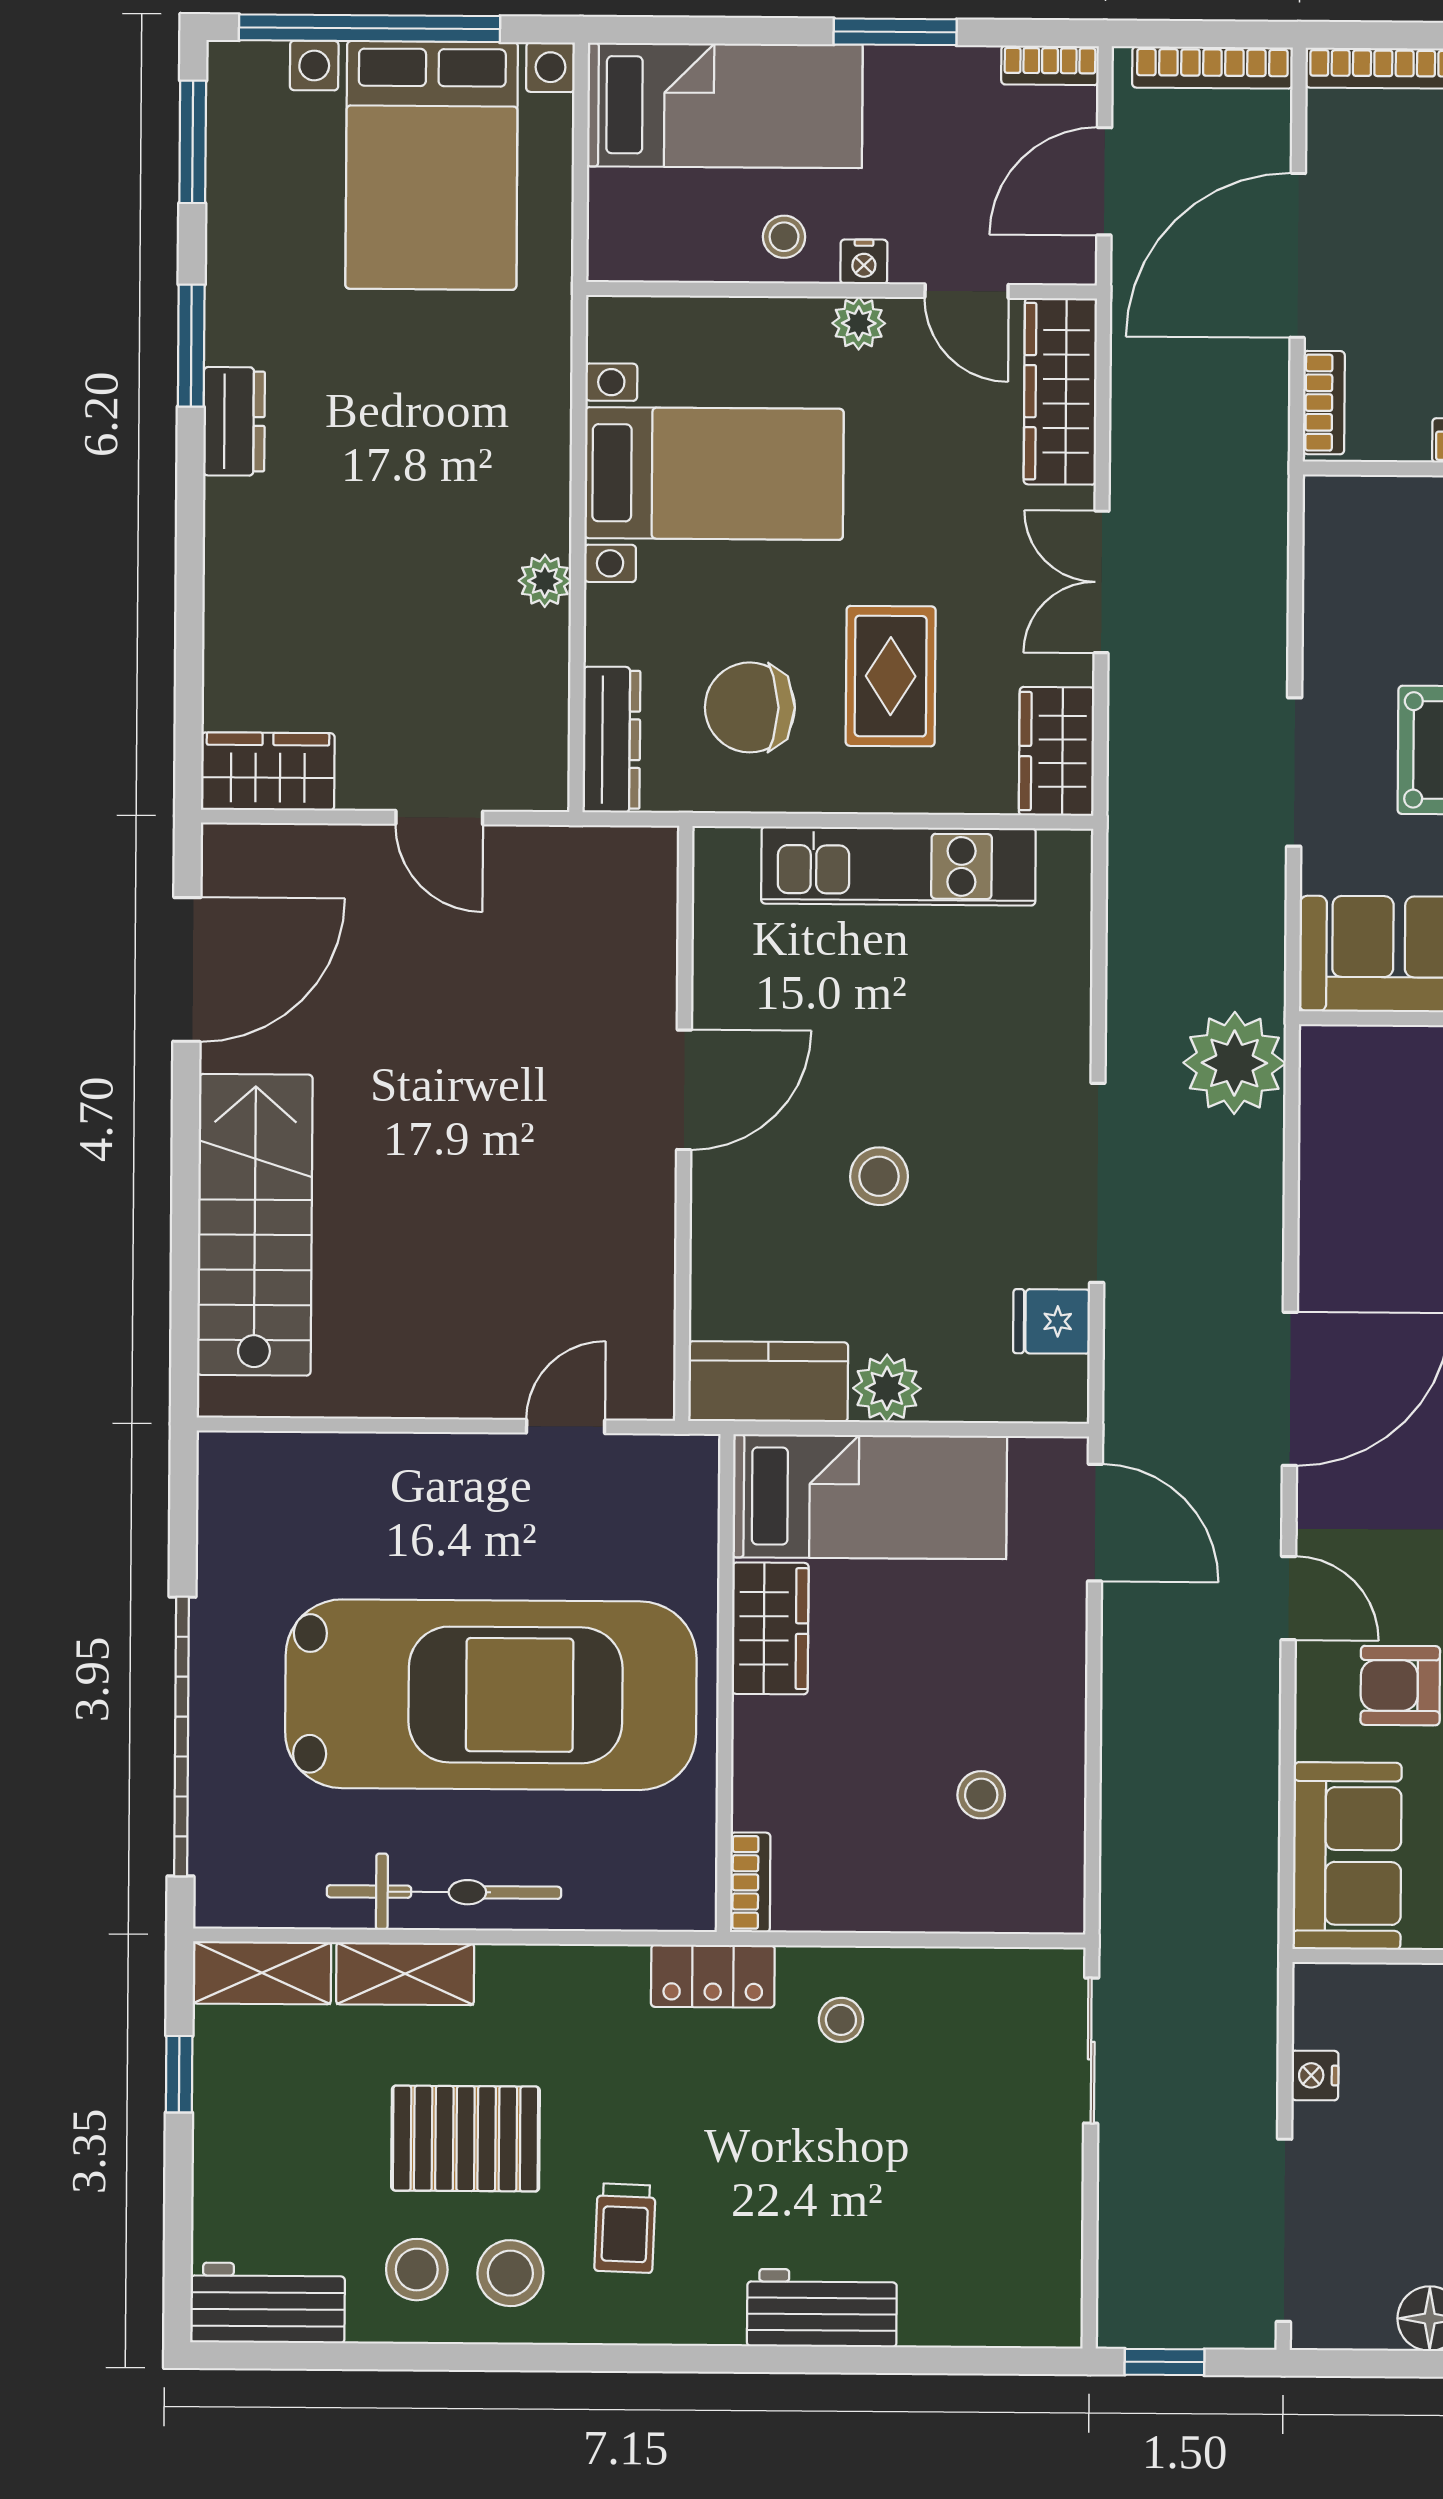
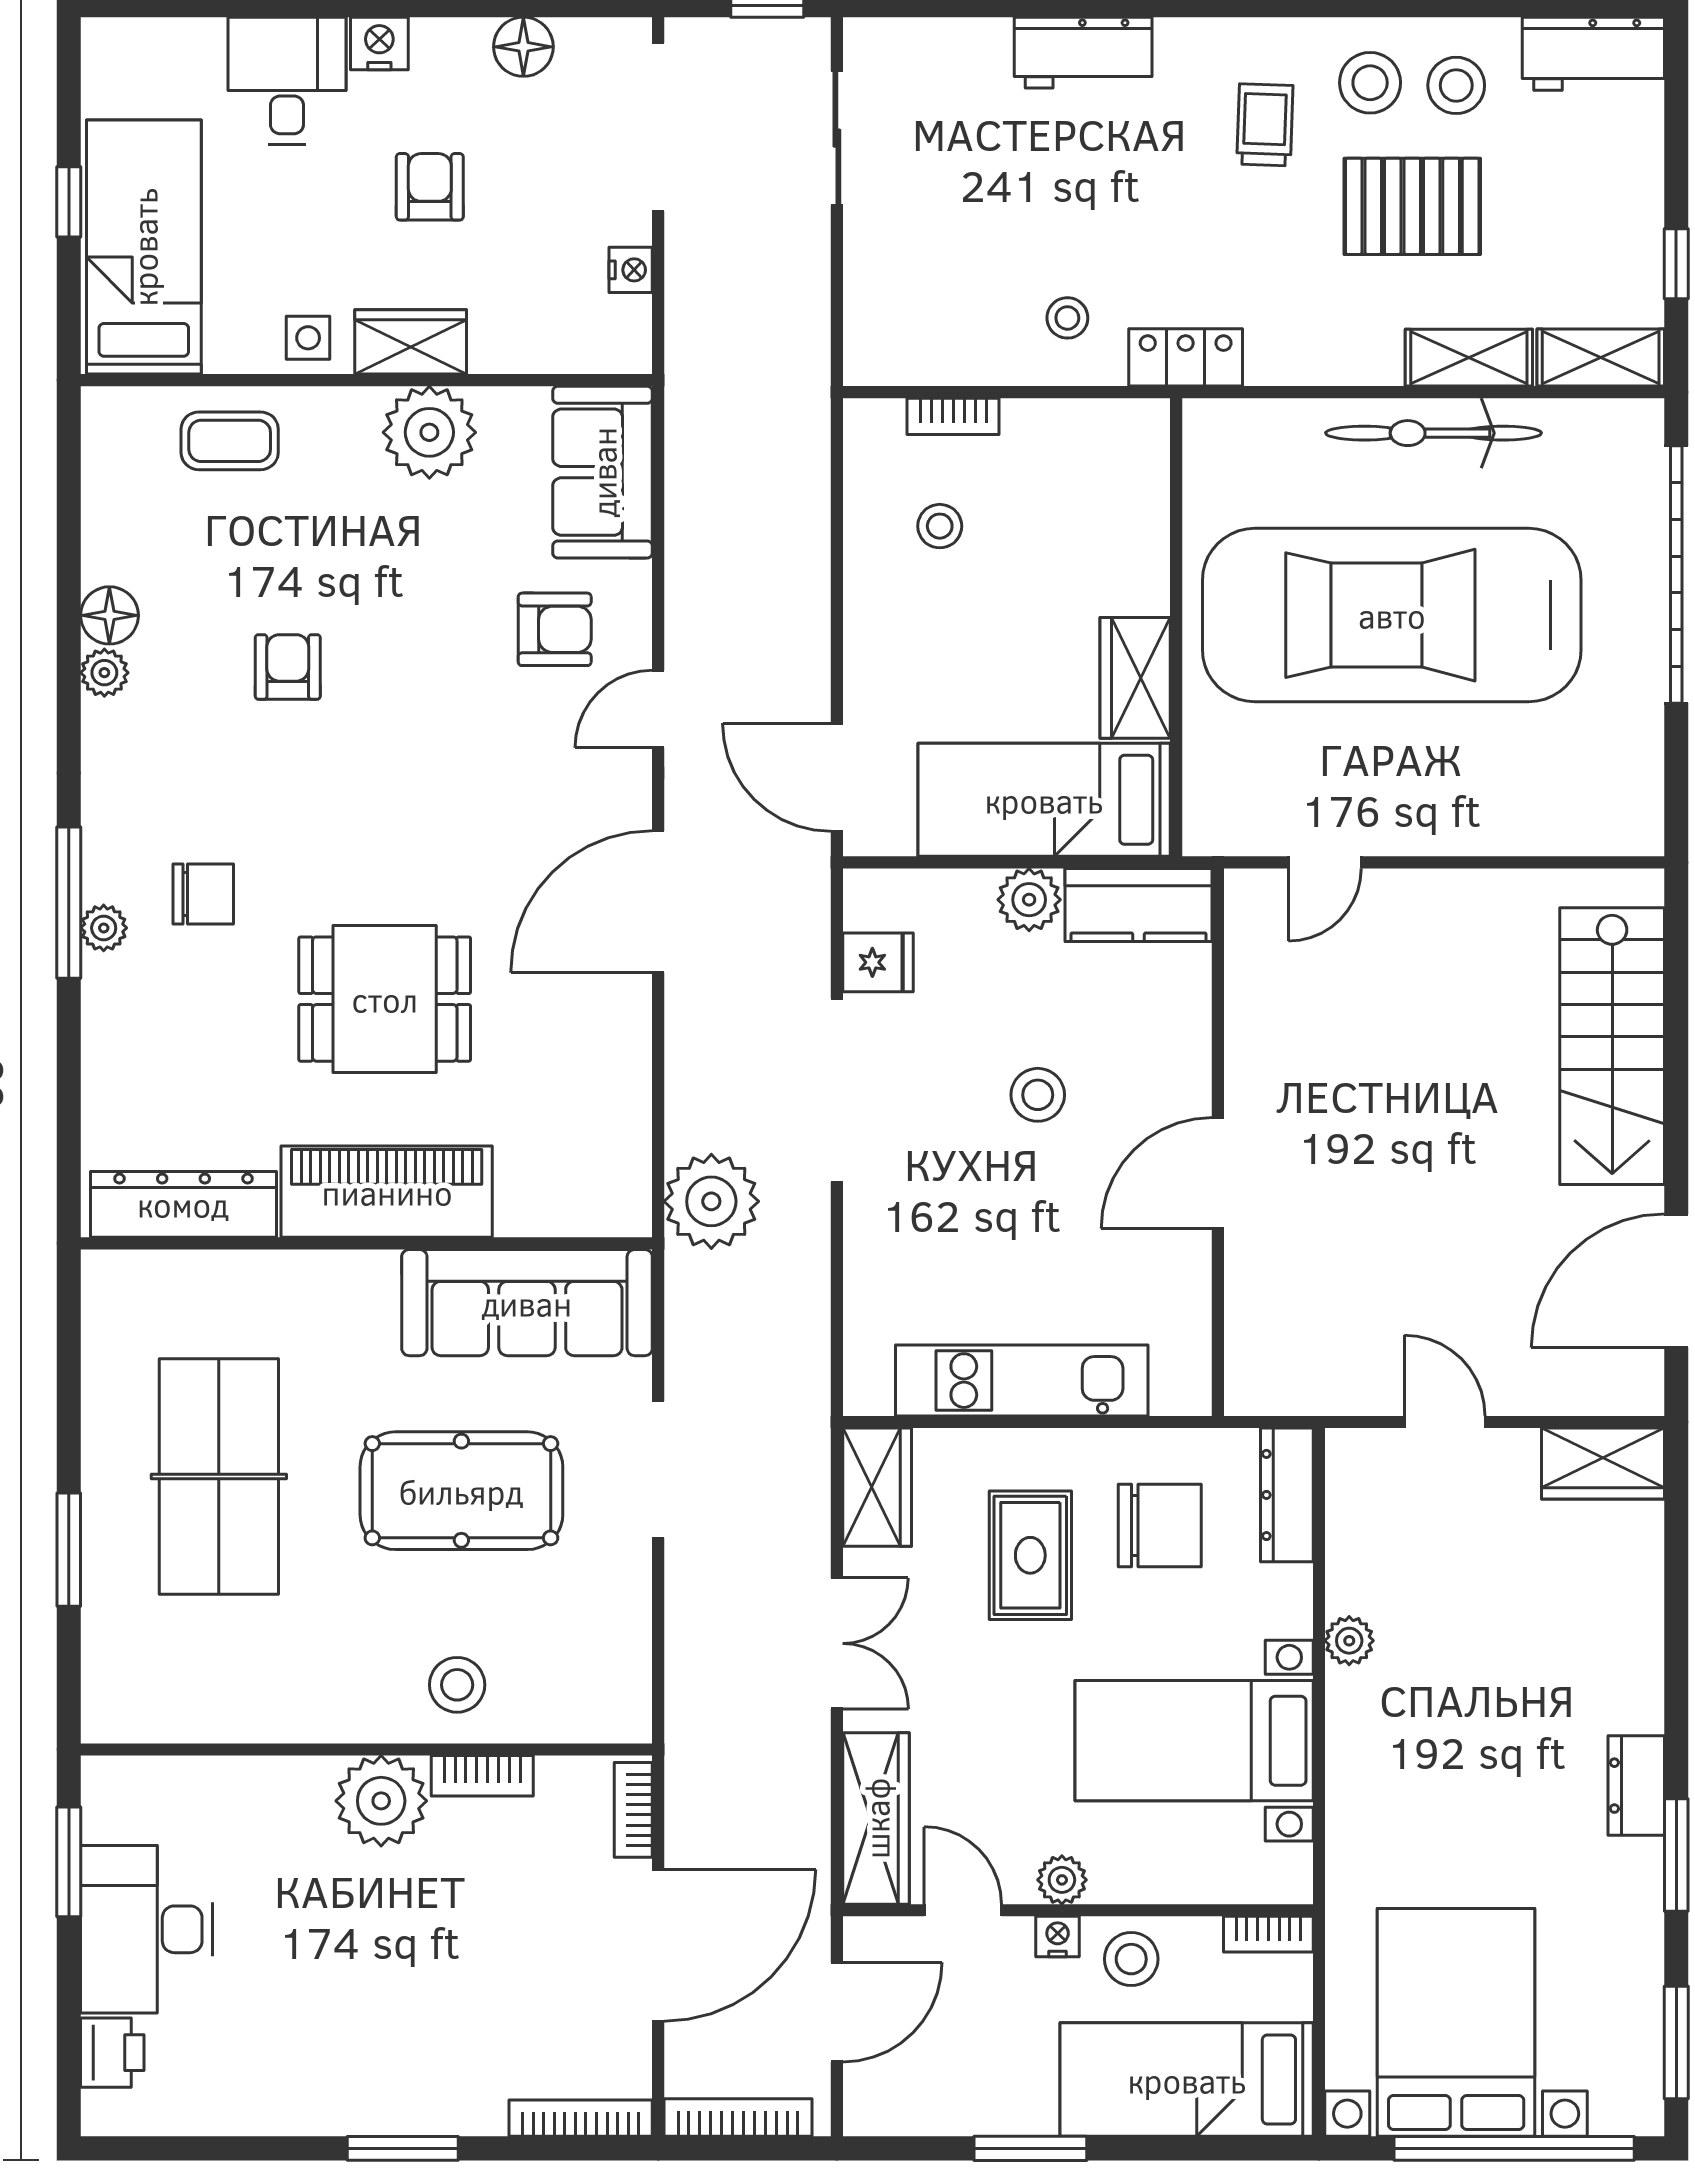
bookcase: (1050, 65) -> (1268, 1934), moved, turned 180
stool: (784, 237) -> (1131, 1959), width x1.37, depth x1.37
door: (1288, 1598) -> (658, 709), hinge flipped
bookcase: (750, 1882) -> (953, 416), moved, turned -90
sliding door: (1091, 2051) -> (837, 138), moved

